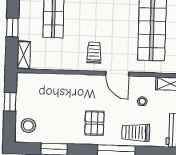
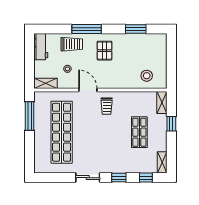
window: (10, 102) -> (171, 65), removed
stool: (28, 126) -> (147, 76), moved

